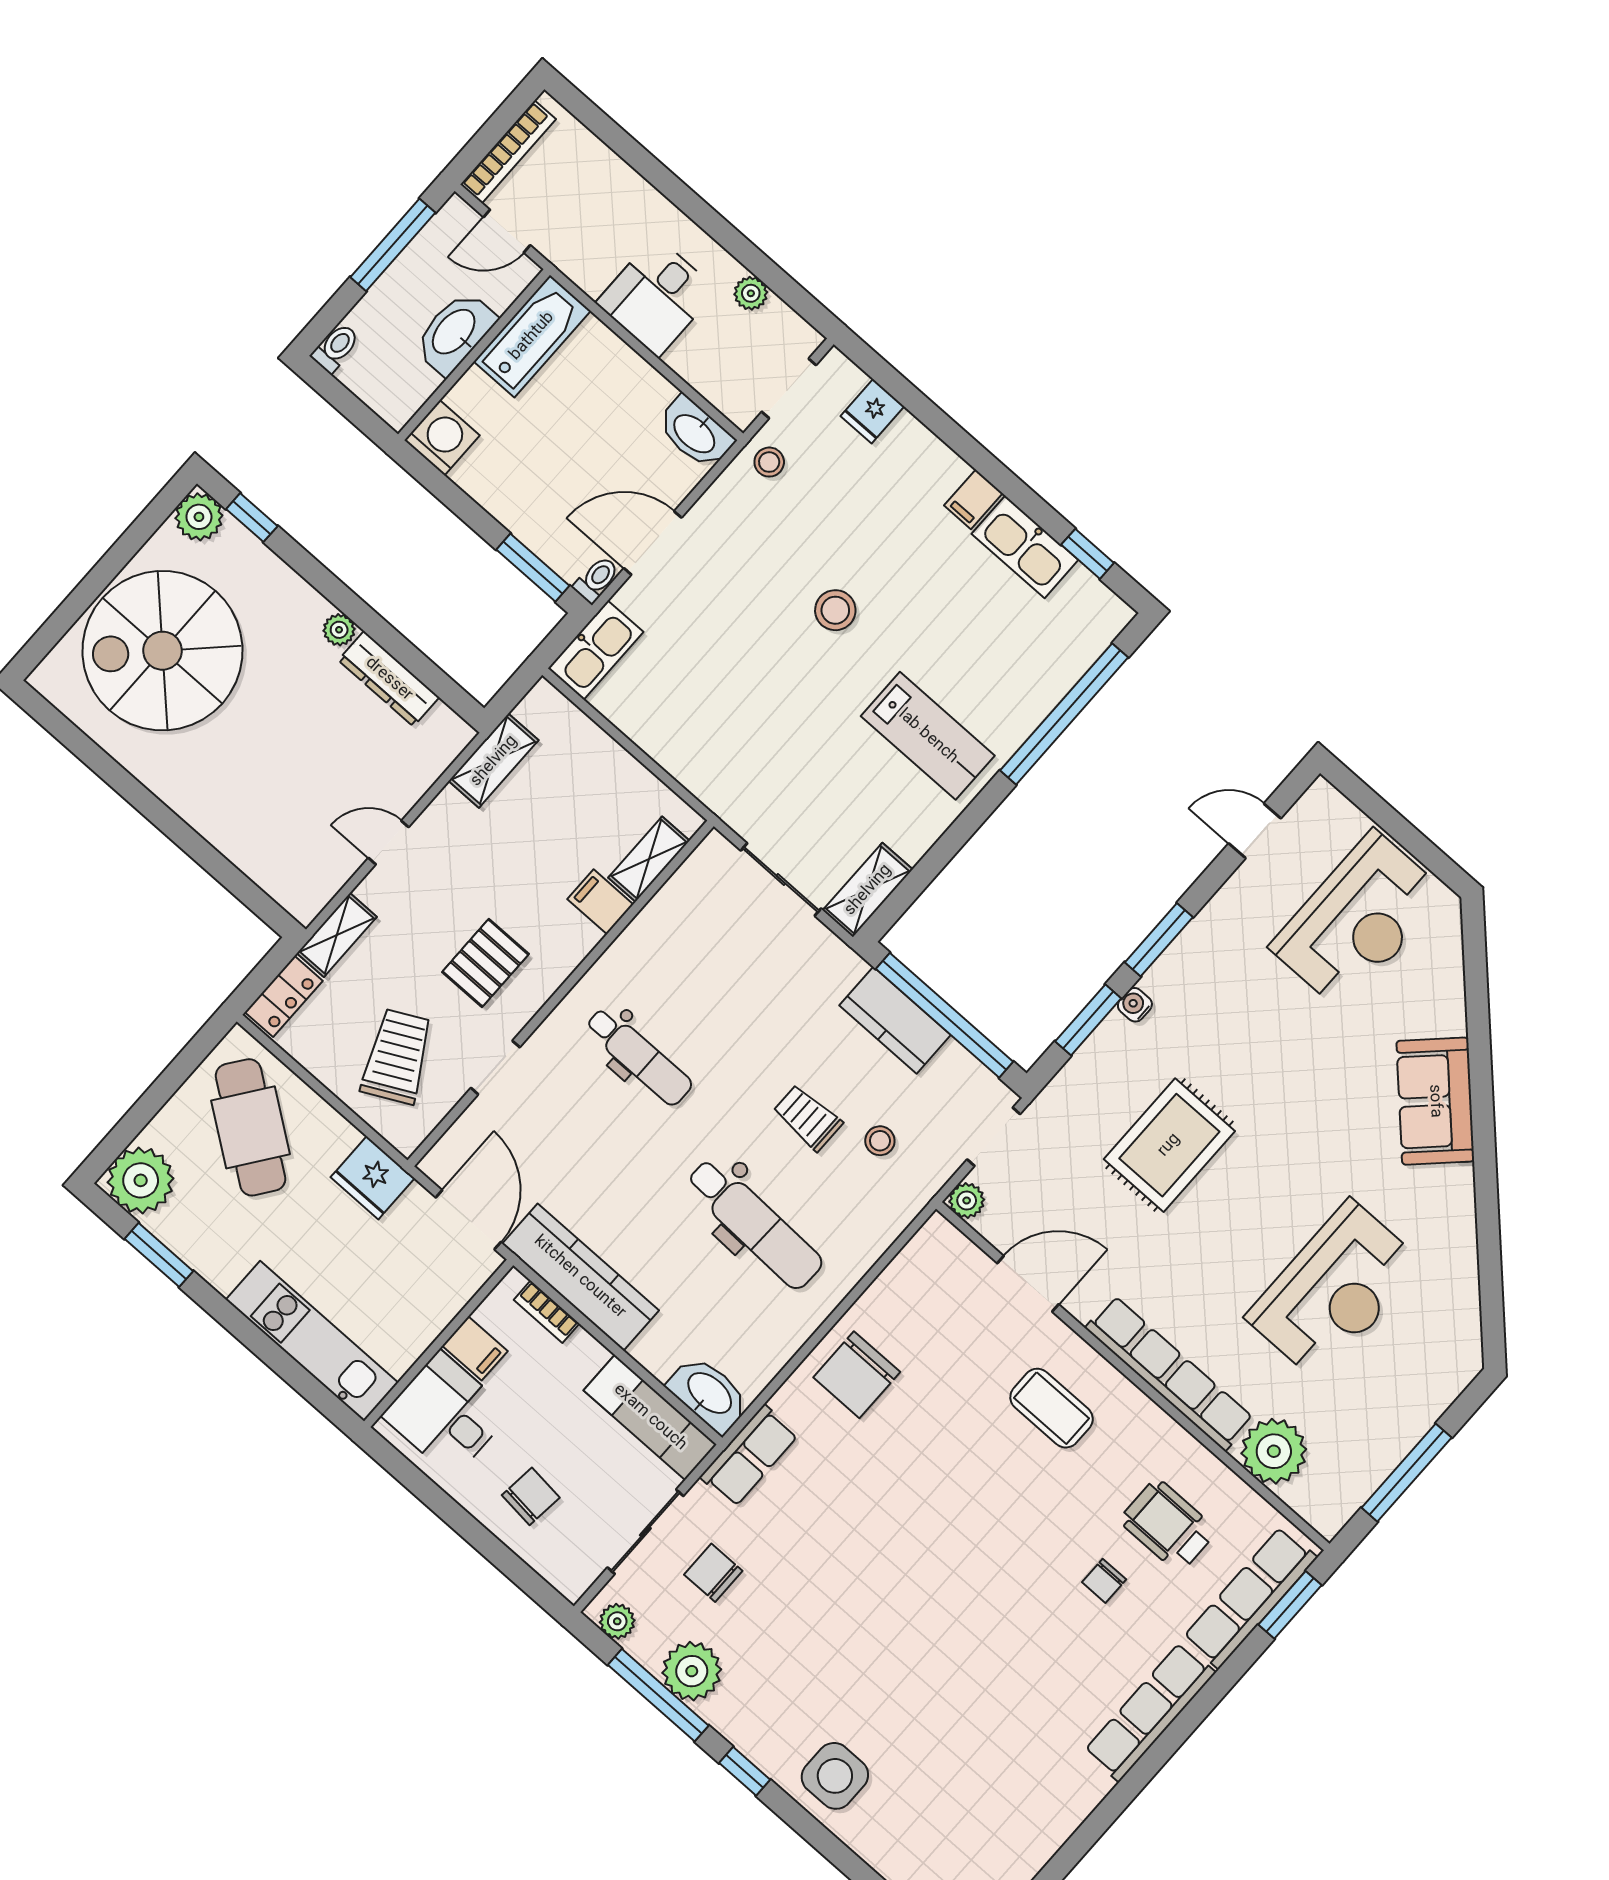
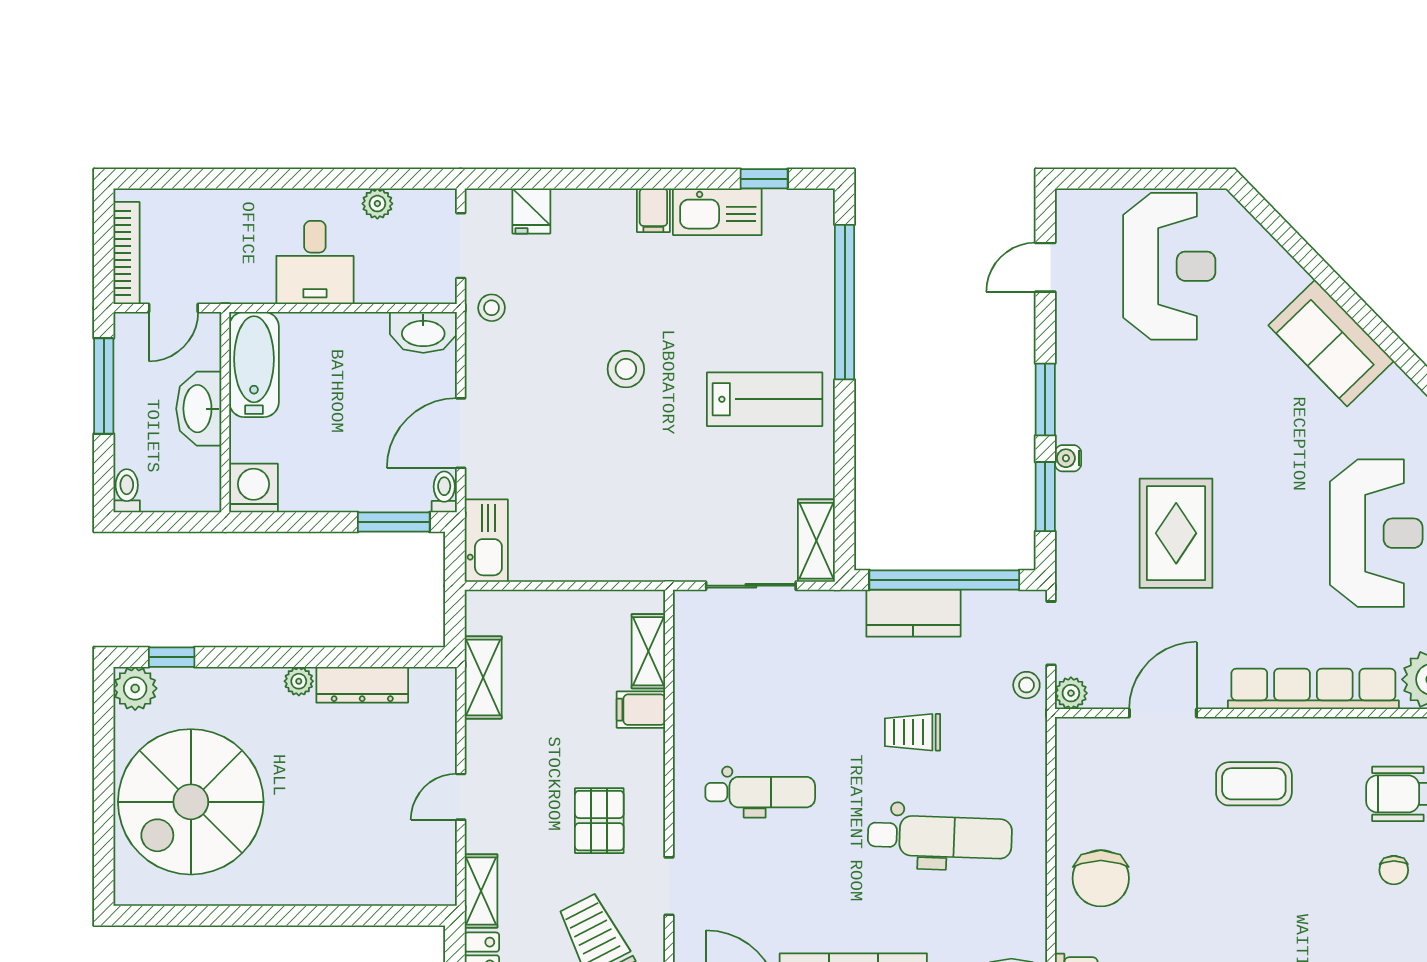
stool: (880, 1141) -> (1026, 685), moved

